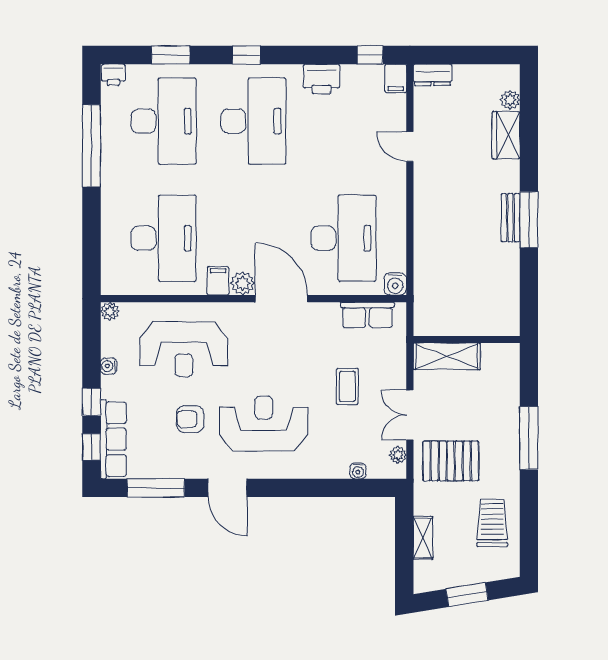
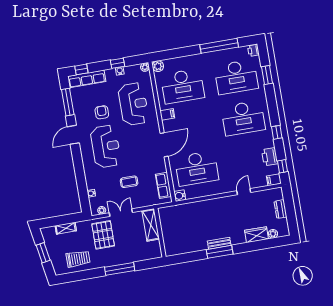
window: (246, 55) -> (277, 132), moved
dresser: (433, 75) -> (281, 209), moved
printer: (321, 79) -> (270, 157), moved
plant: (243, 283) -> (158, 66), moved
reception desk: (184, 349) -> (133, 104), turned 180
window: (91, 402) -> (117, 63), moved

